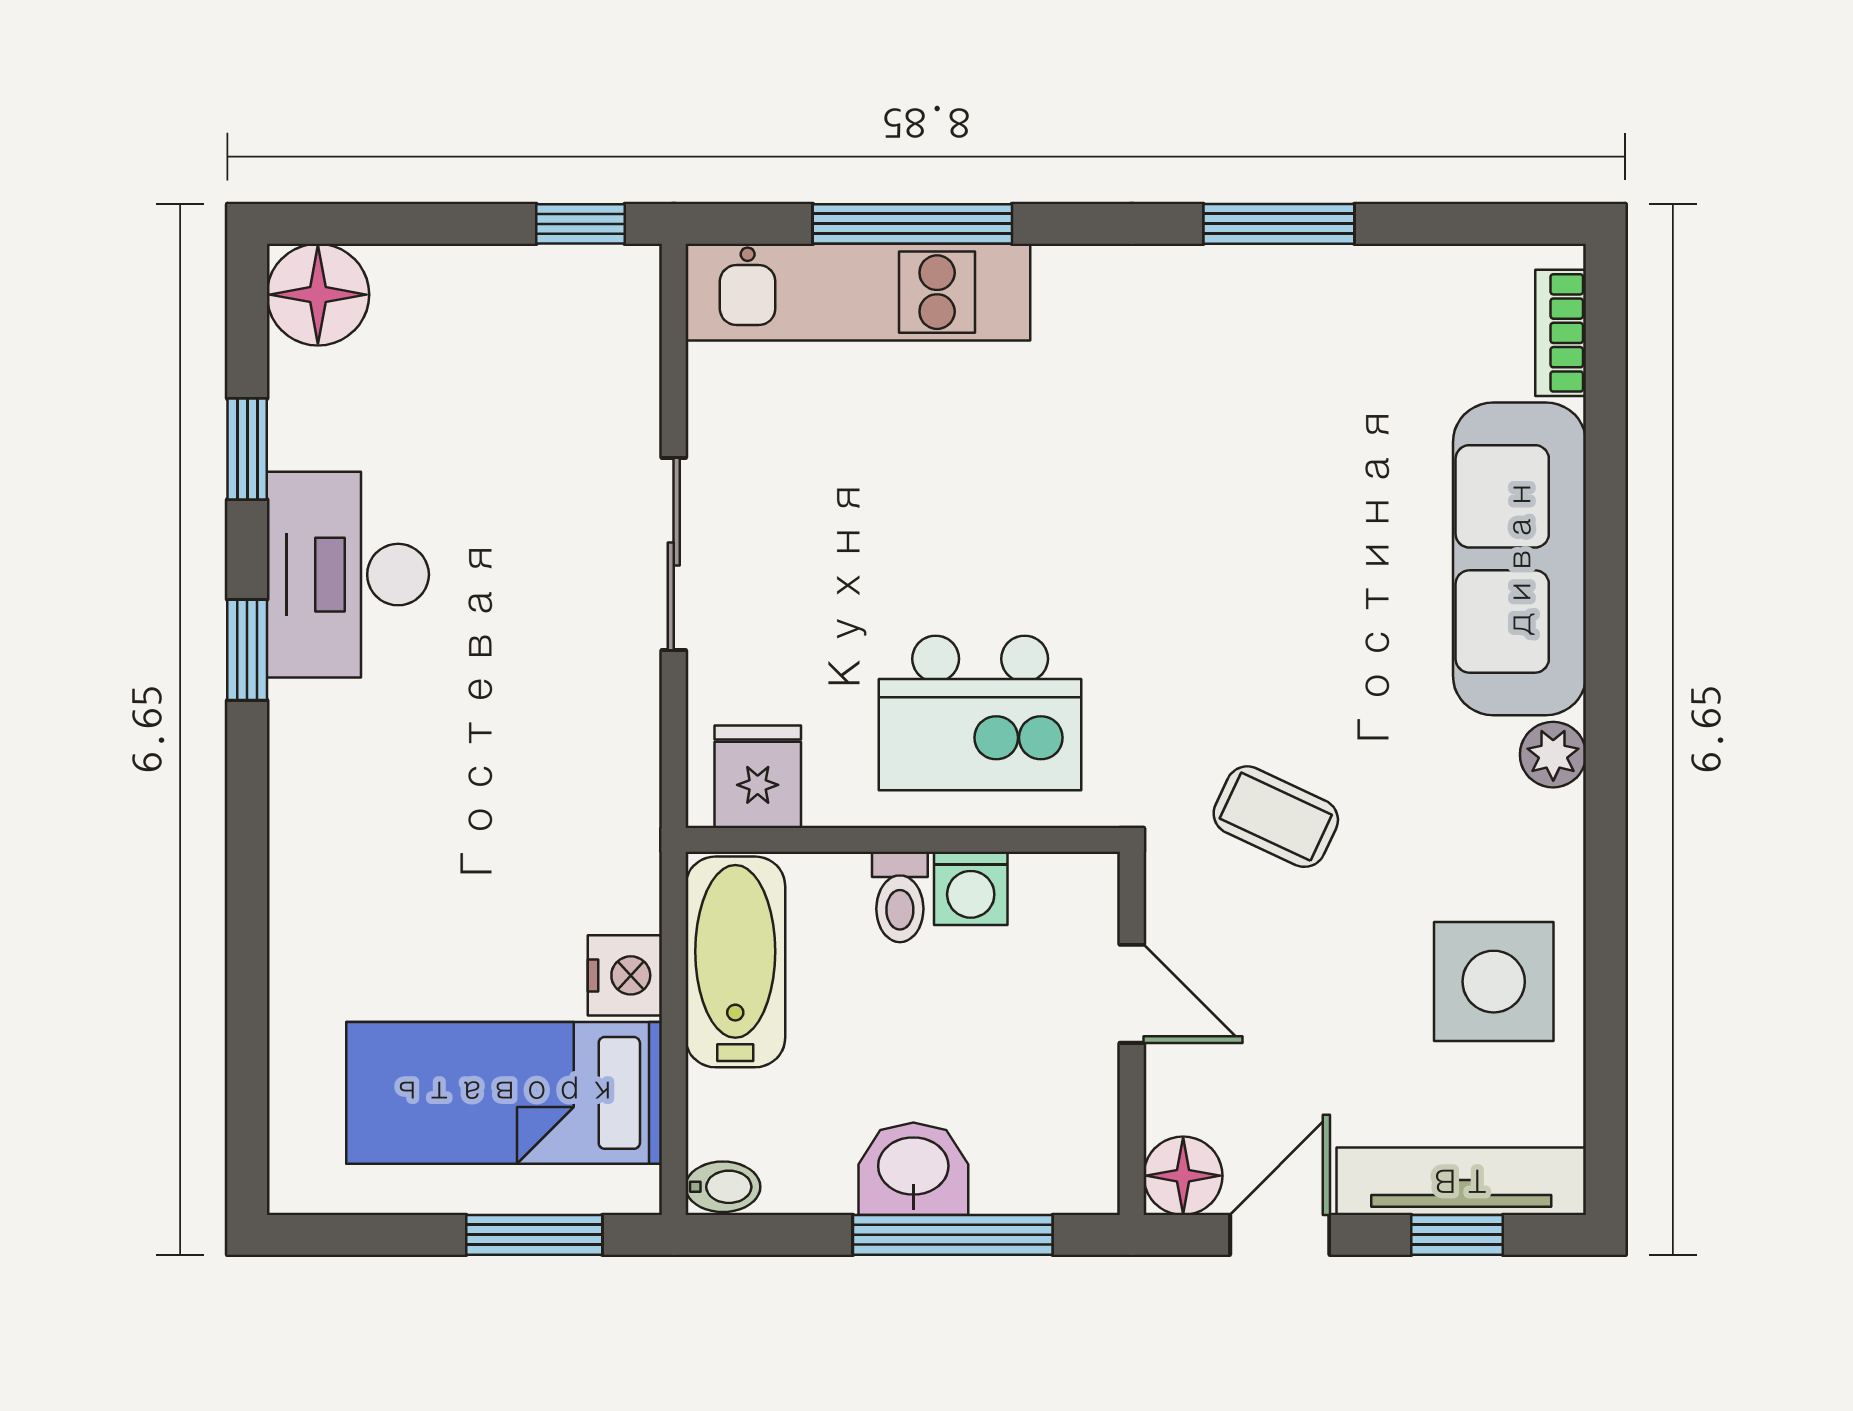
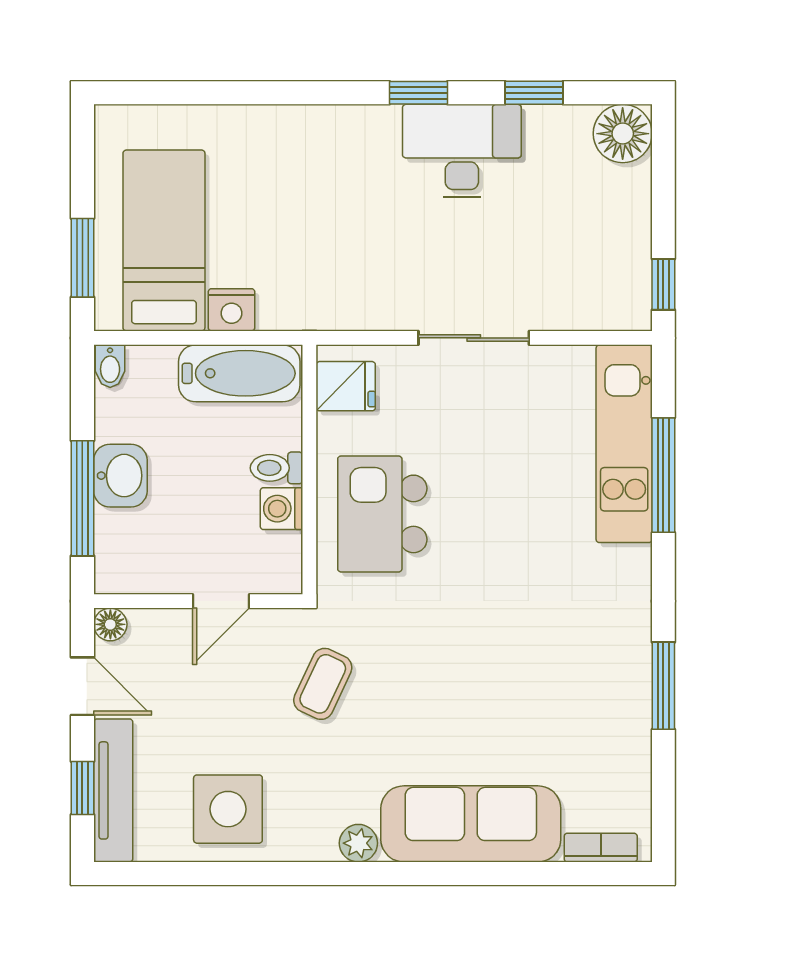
floor lamp: (1183, 1176) -> (110, 624), width x0.73, depth x0.73

